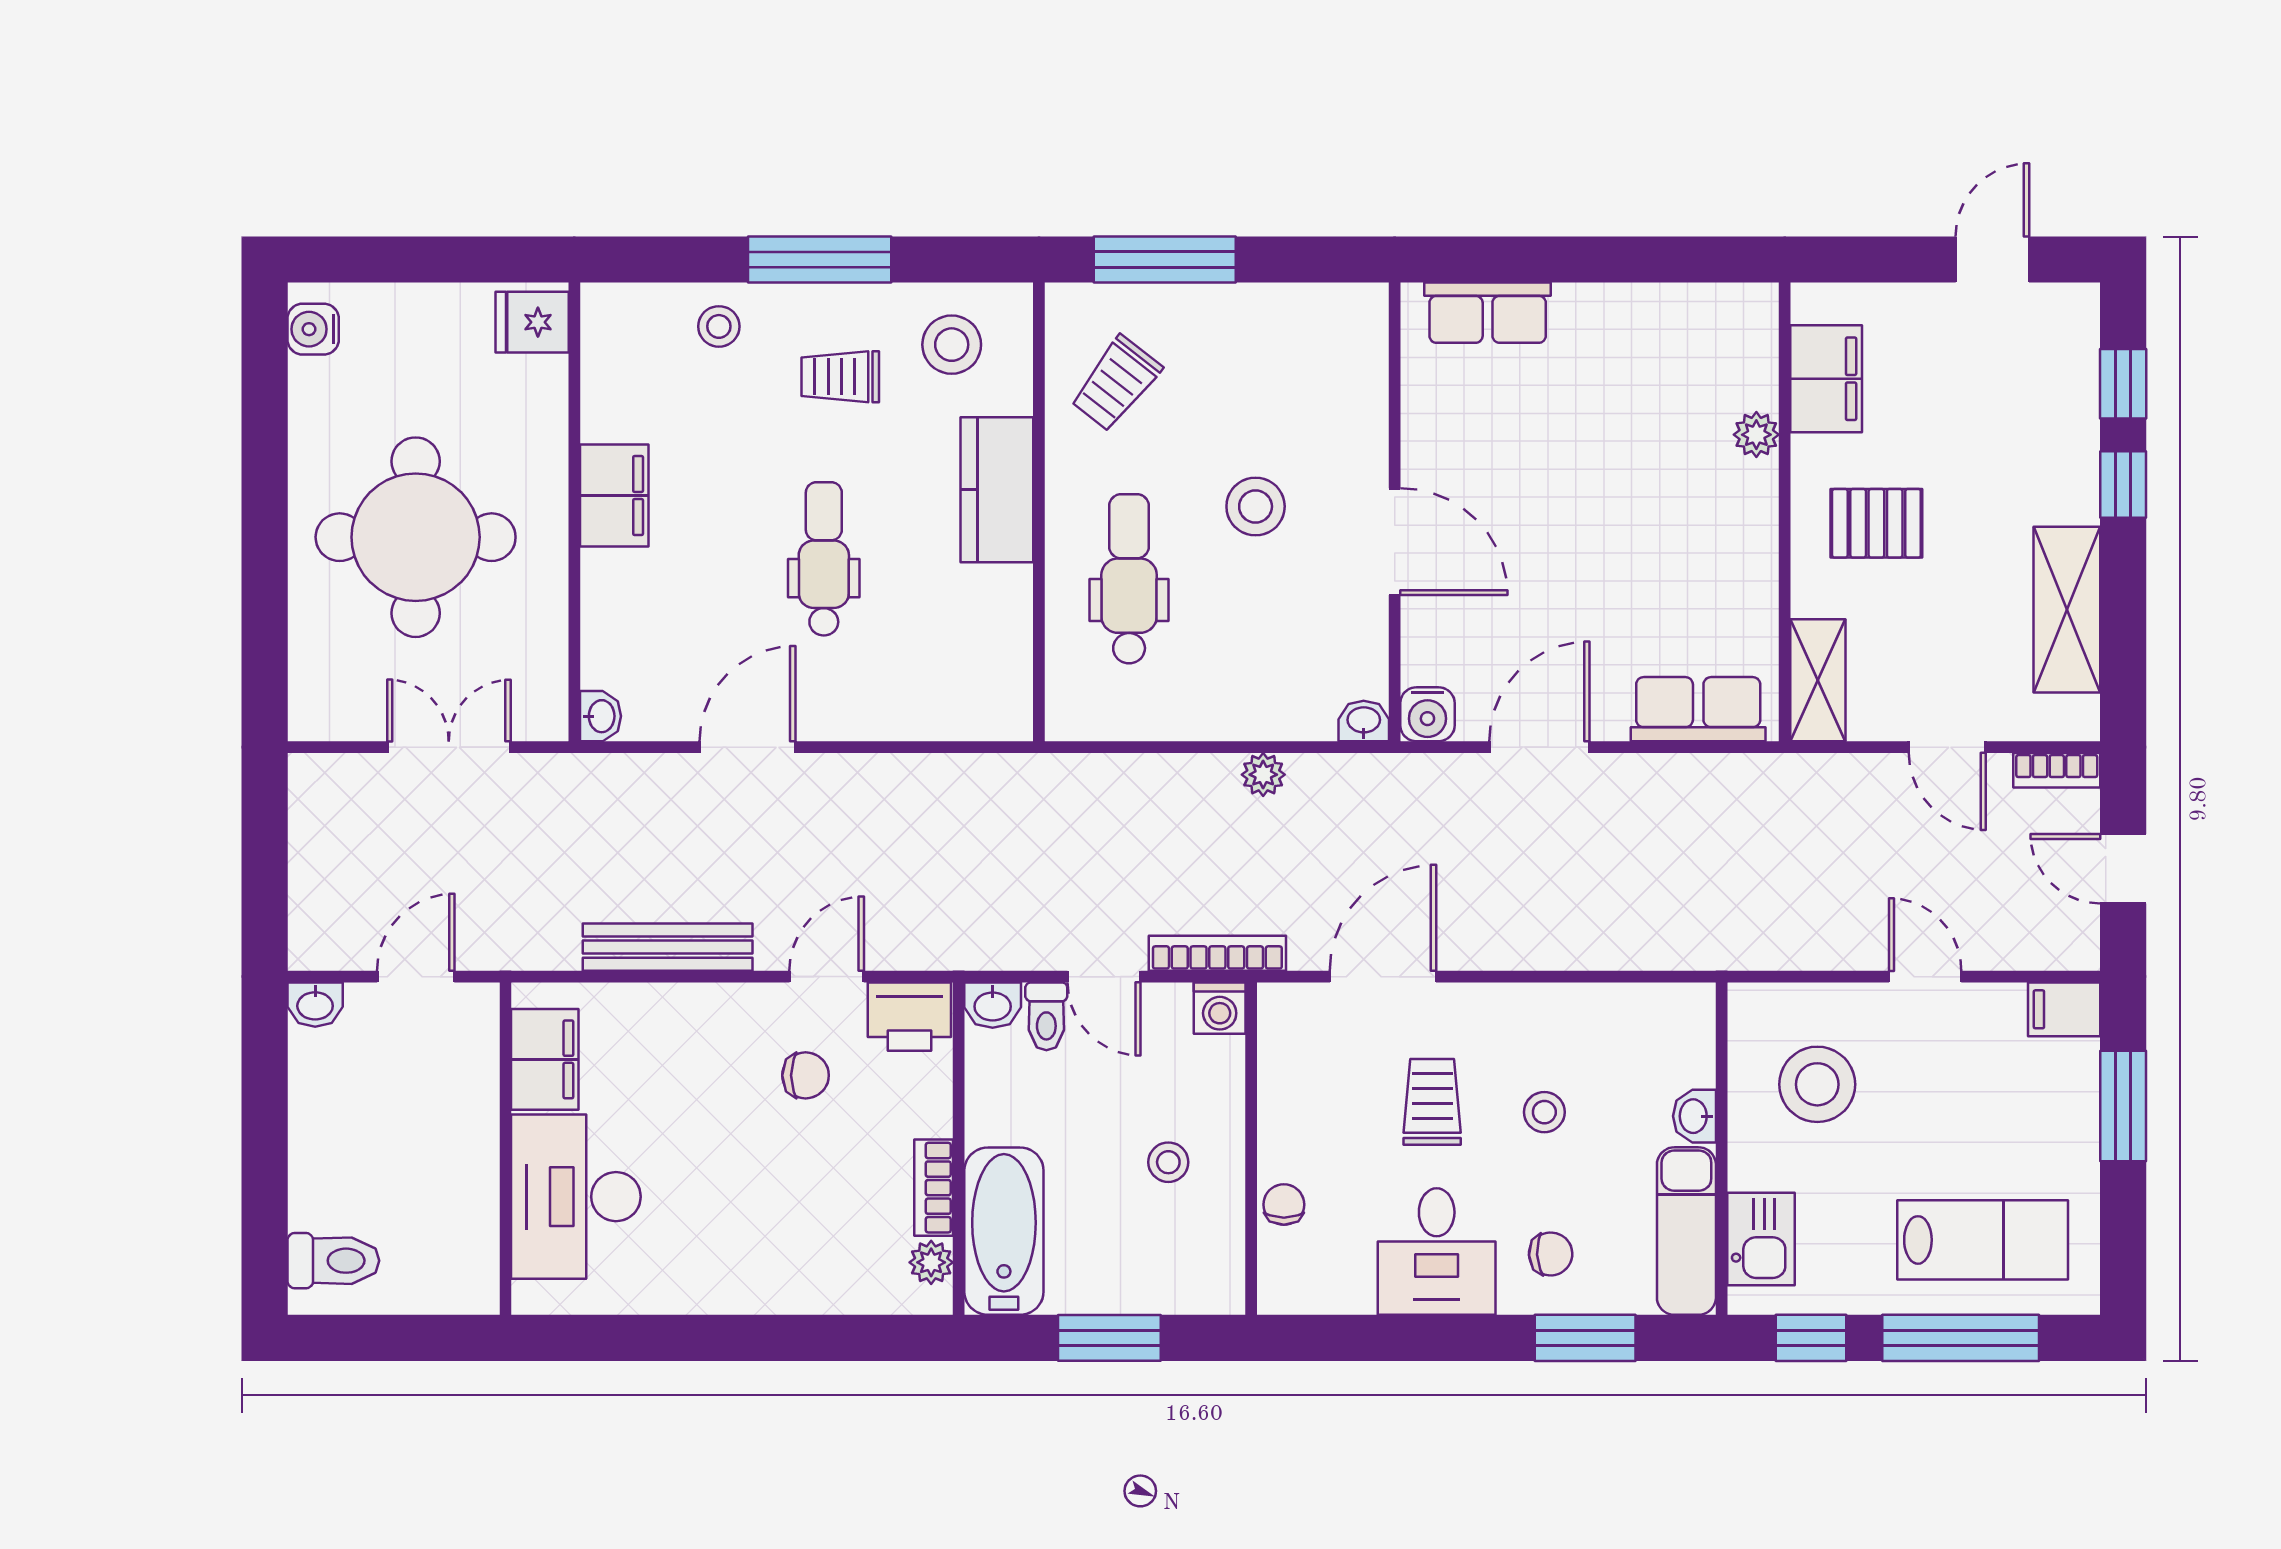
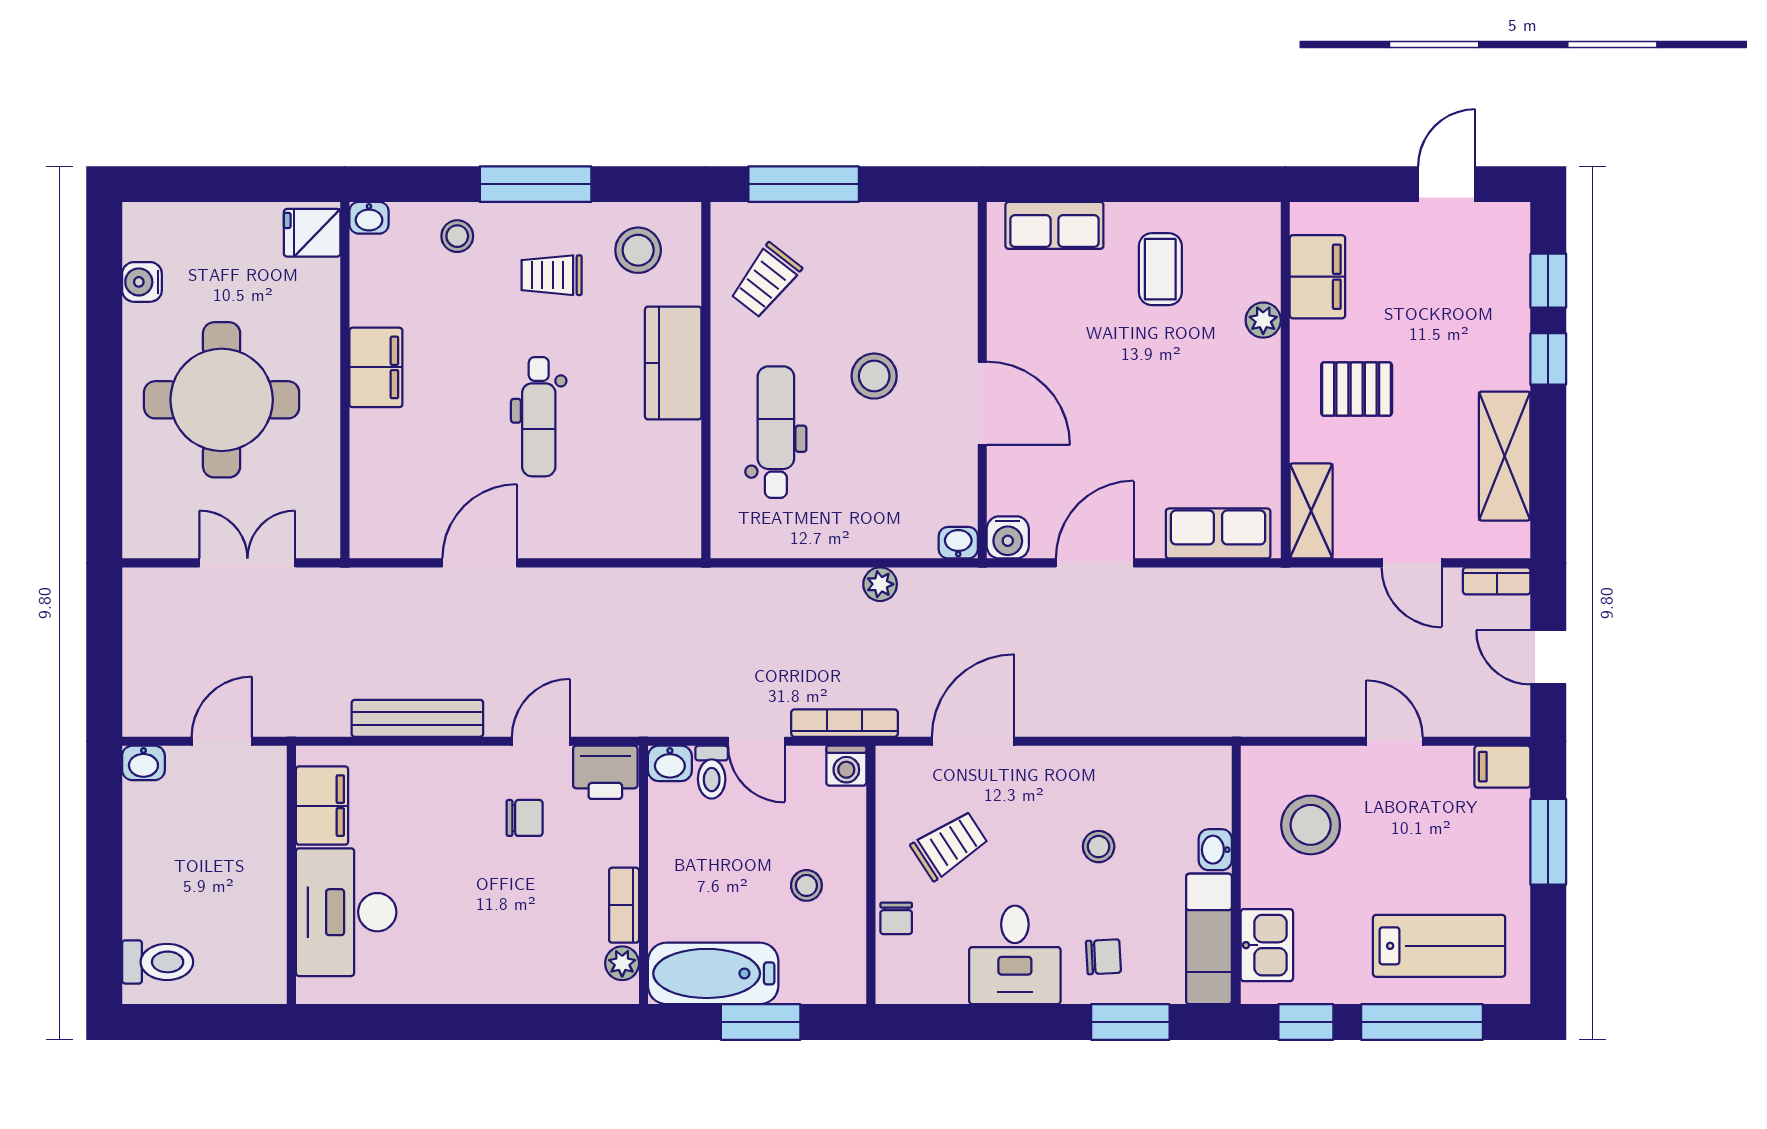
water cooler: (313, 329) -> (142, 282), moved
coffee table: (1624, 369) -> (1160, 269), added
dental chair: (824, 559) -> (539, 417), turned 180
washbasin: (600, 716) -> (369, 218), moved, turned 90
trolley: (1432, 1102) -> (950, 845), moved, turned 57
chair: (1284, 1205) -> (896, 918), turned 180
bathtub: (1004, 1231) -> (713, 973), moved, turned -90

